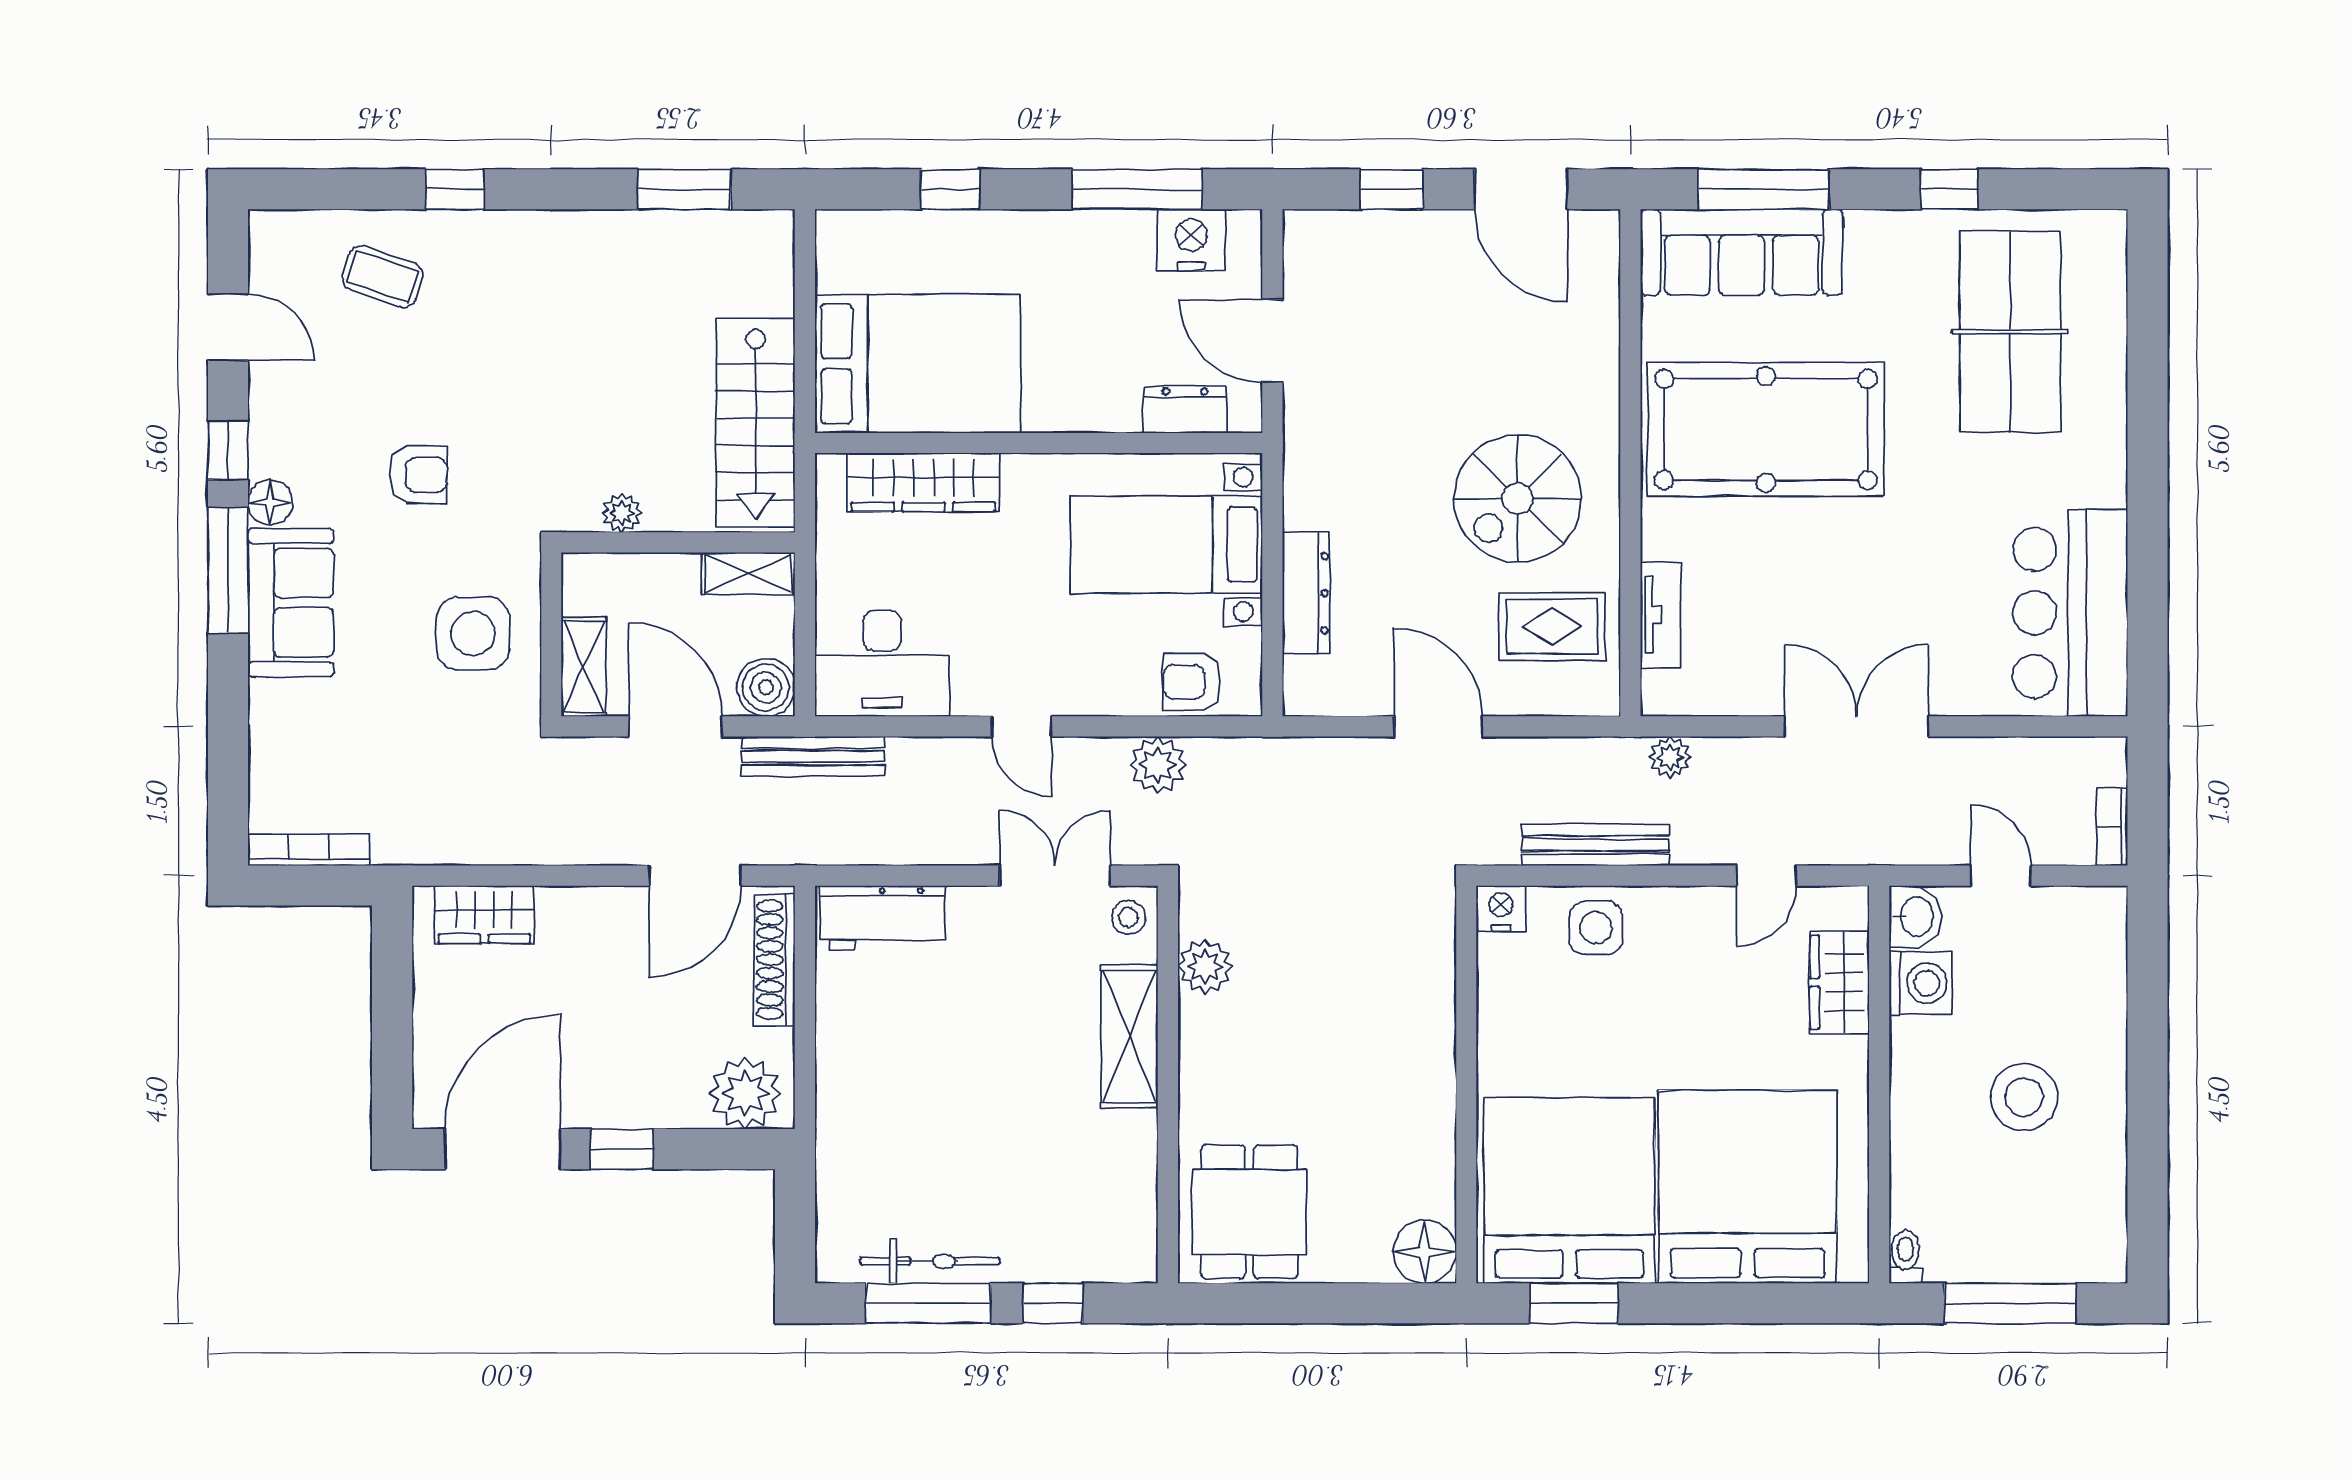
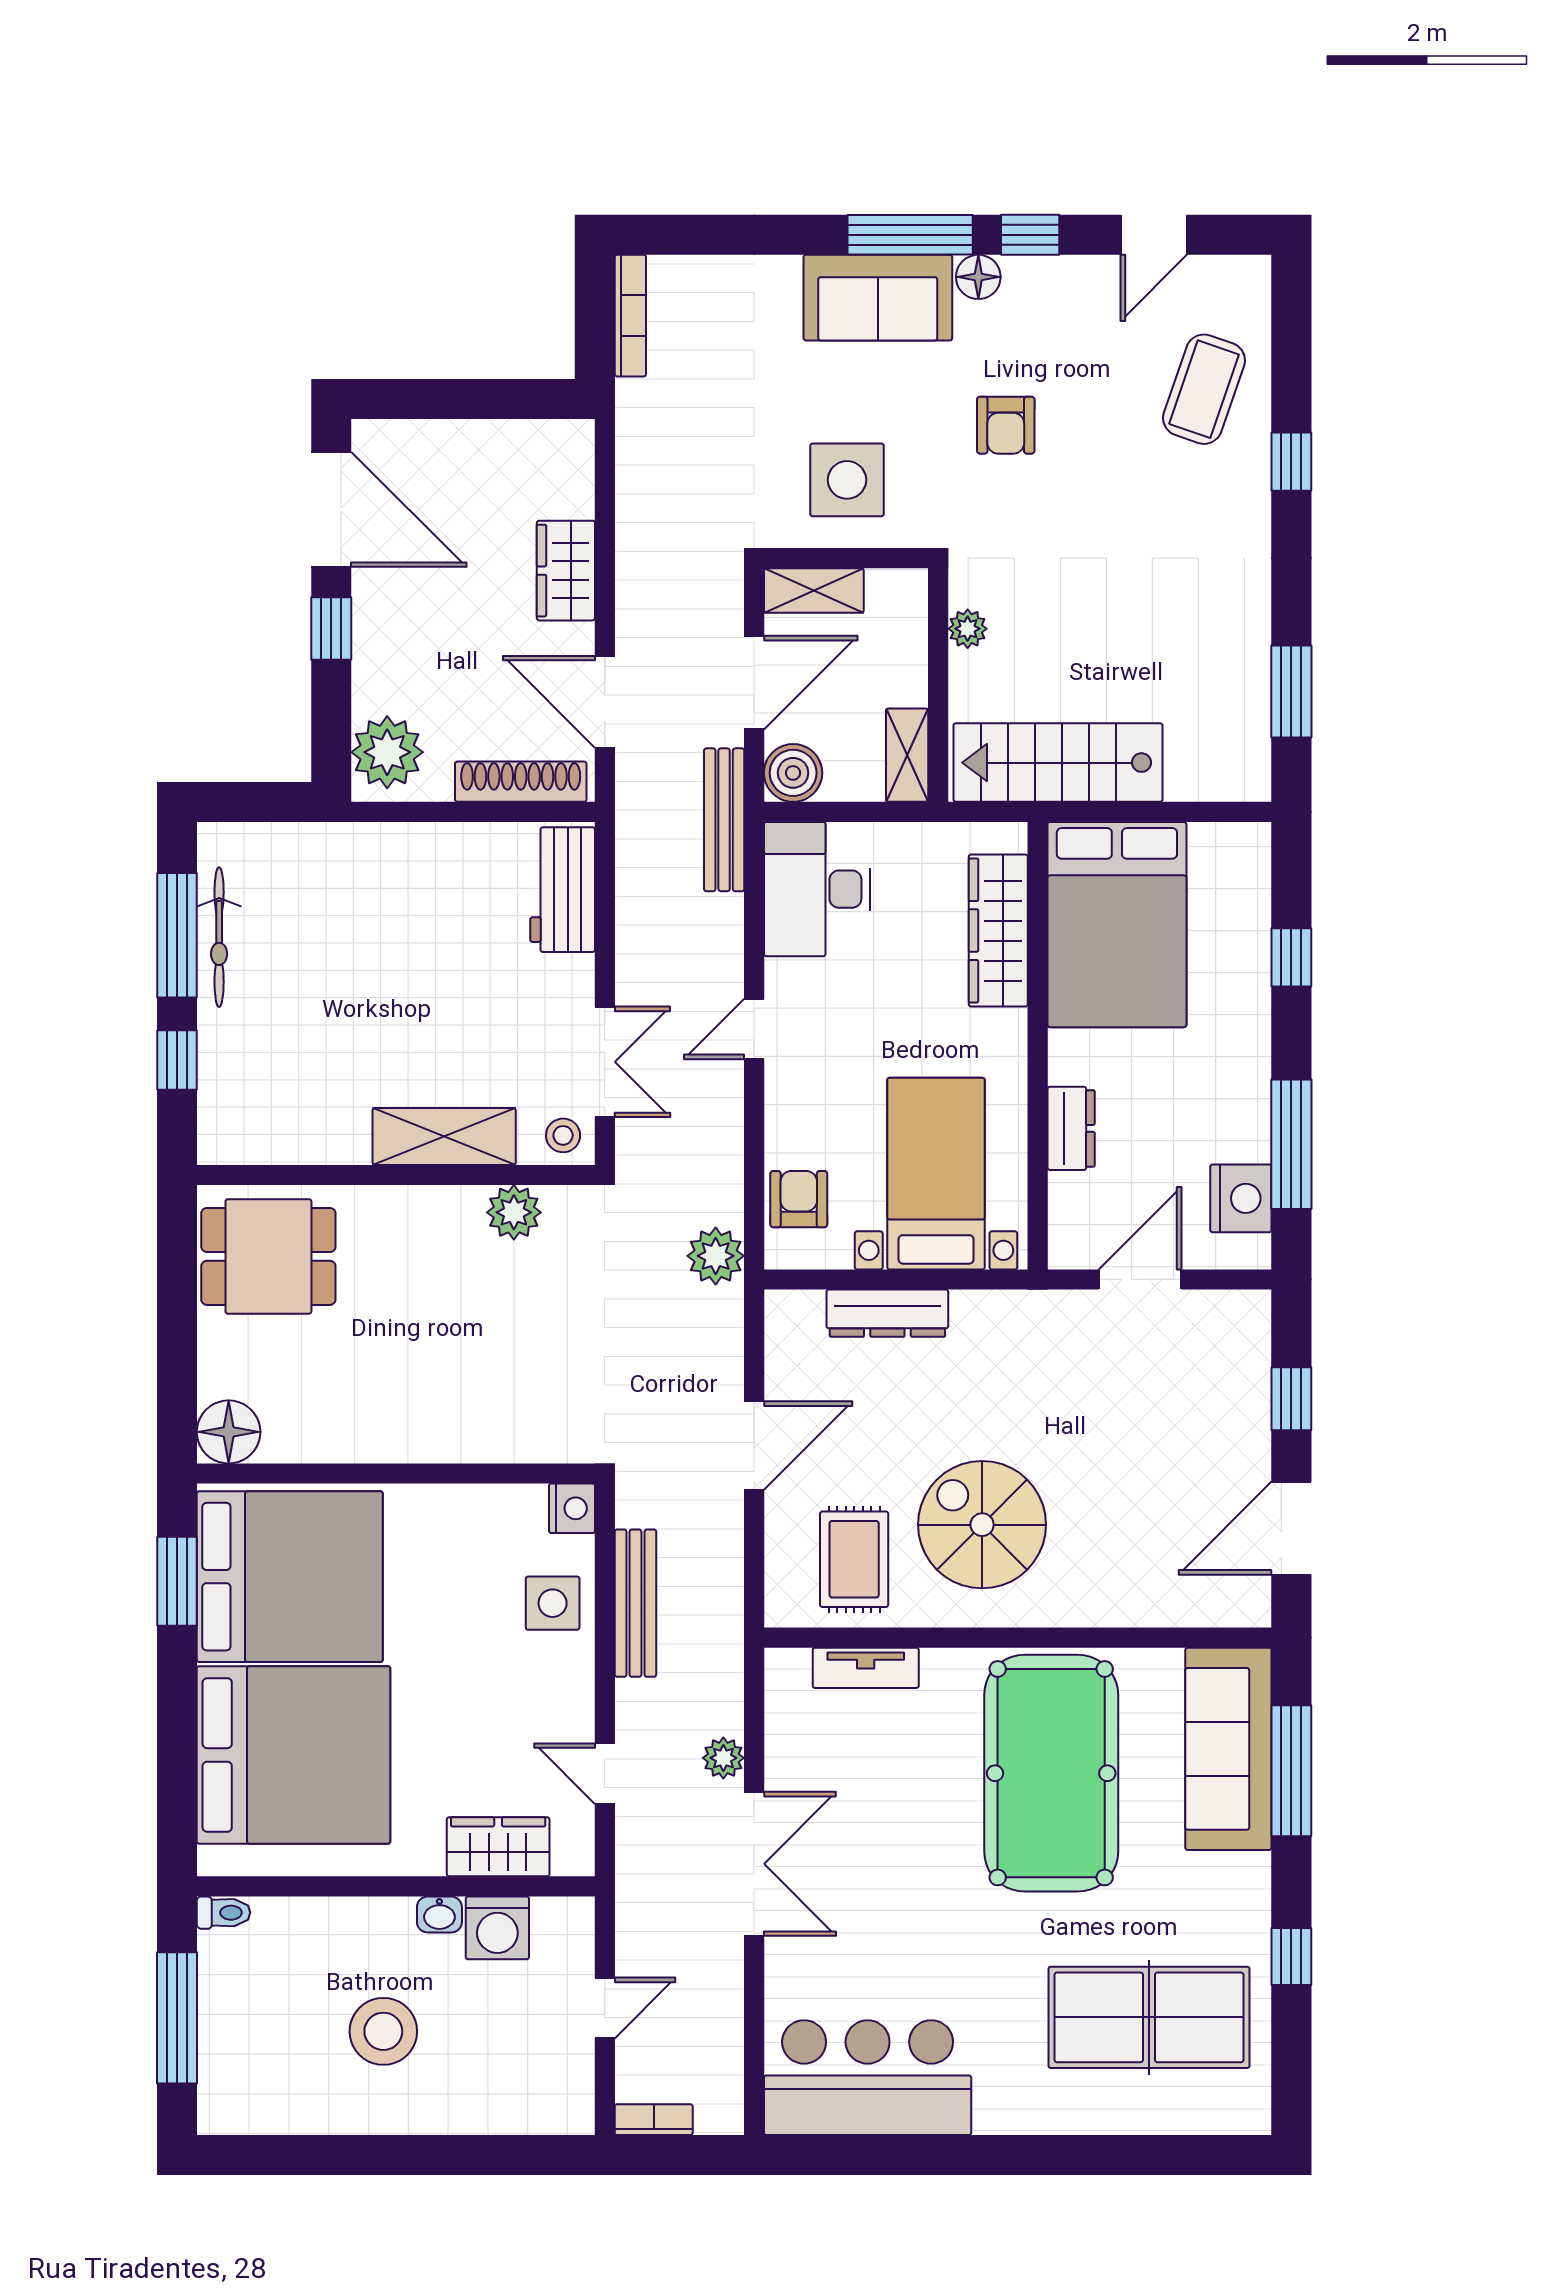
coffee table: (382, 277) -> (1204, 389), width x1.36, depth x1.30
dresser: (1185, 410) -> (1071, 1128), moved
plant: (1670, 757) -> (723, 1758), moved
plant: (1158, 765) -> (716, 1256), moved
wardrobe: (484, 915) -> (566, 571), moved
washbasin: (1915, 917) -> (439, 1914), moved, width x0.72, depth x0.69

